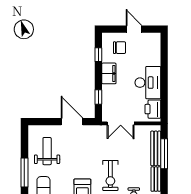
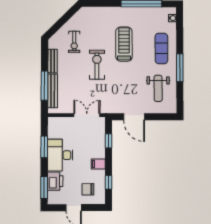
window: (164, 50) -> (44, 188), added
filing cabinet: (109, 73) -> (98, 164), width x0.50
window: (164, 91) -> (44, 147), added
printer: (153, 109) -> (55, 181), moved

